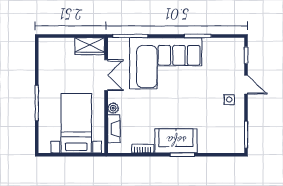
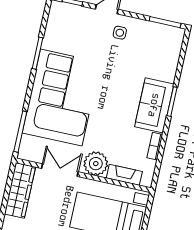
wardrobe: (90, 46) -> (20, 190), width x1.50
plant: (113, 108) -> (96, 164), width x1.88, depth x1.88

